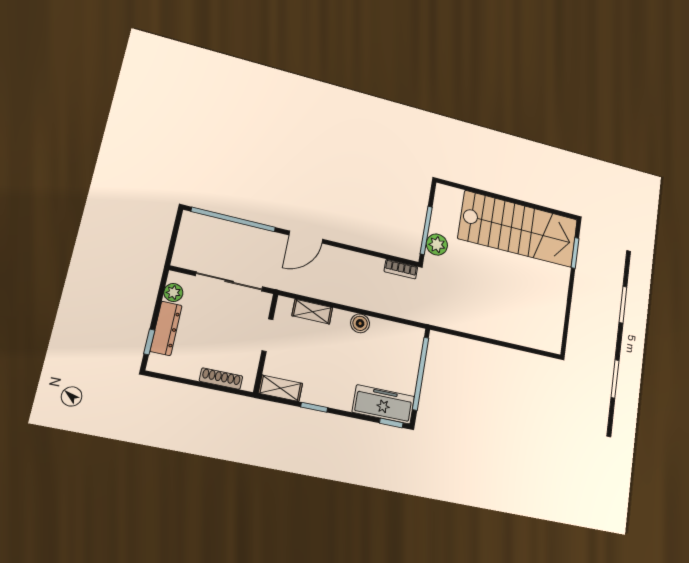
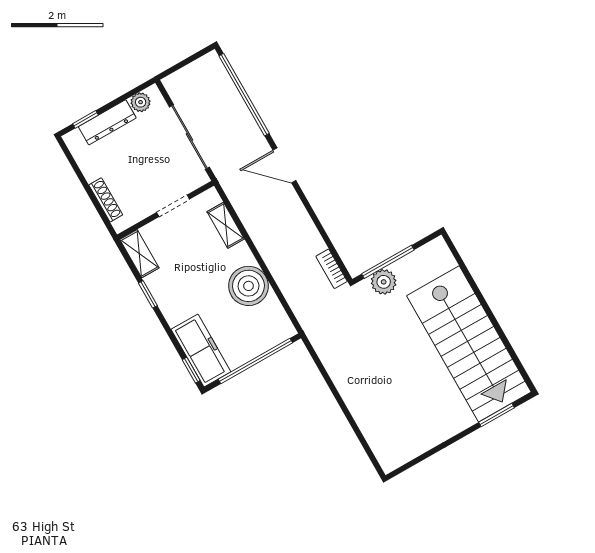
boiler: (360, 323) -> (248, 286), width x1.86, depth x1.86

